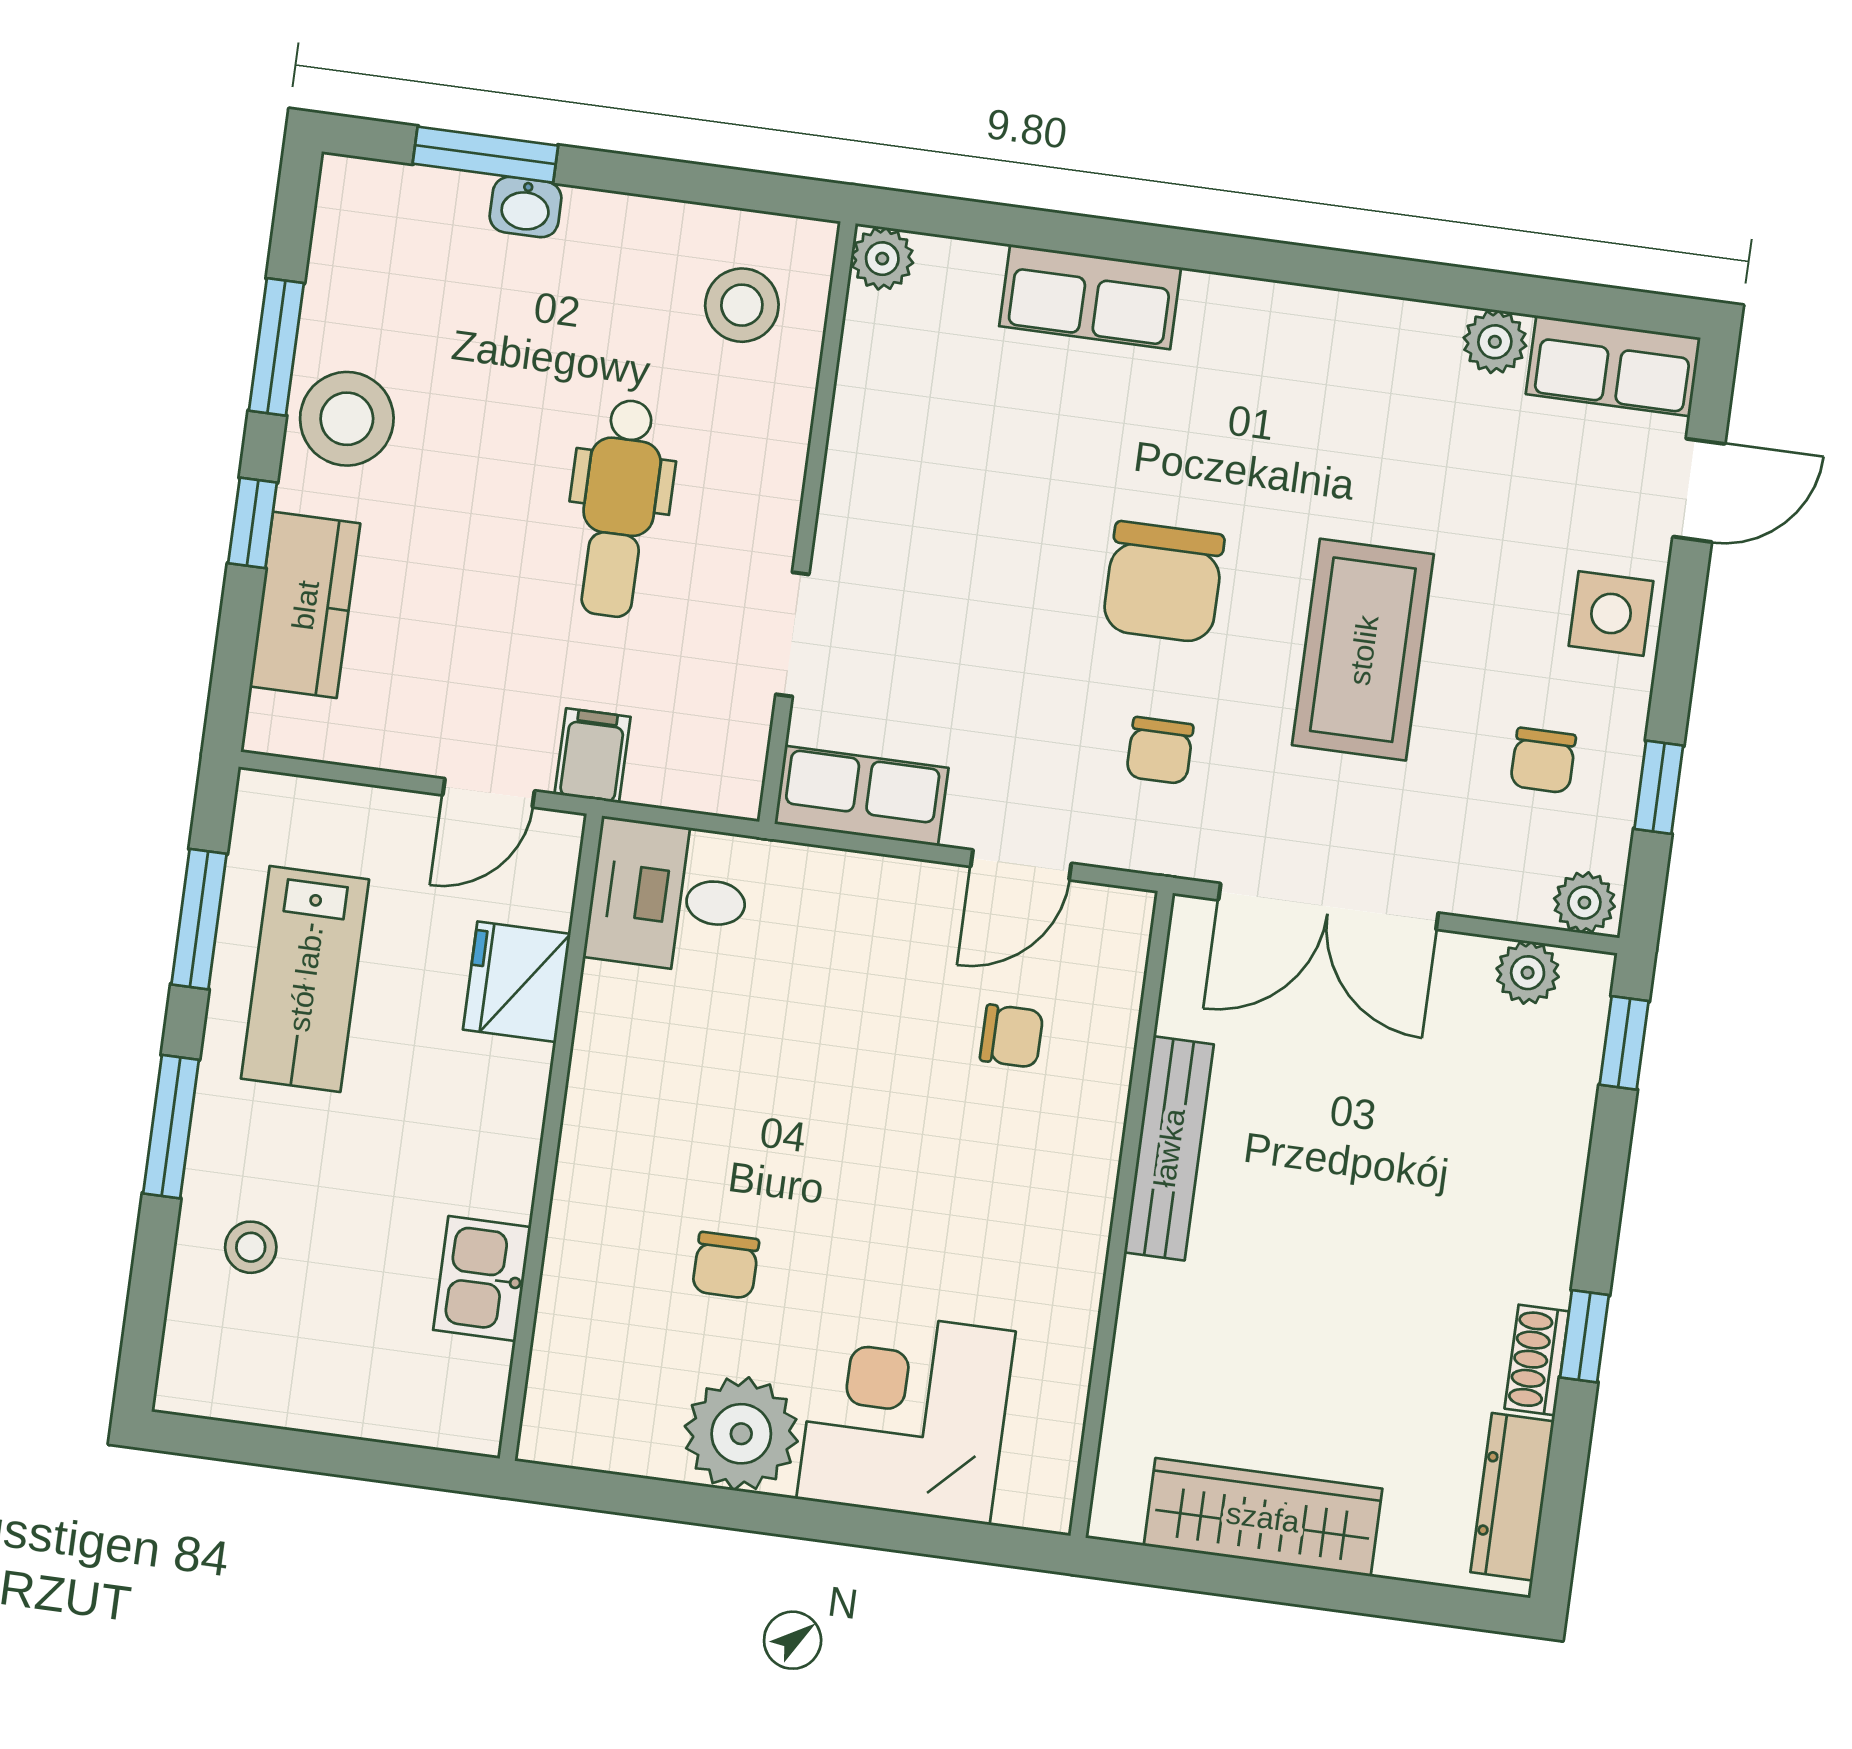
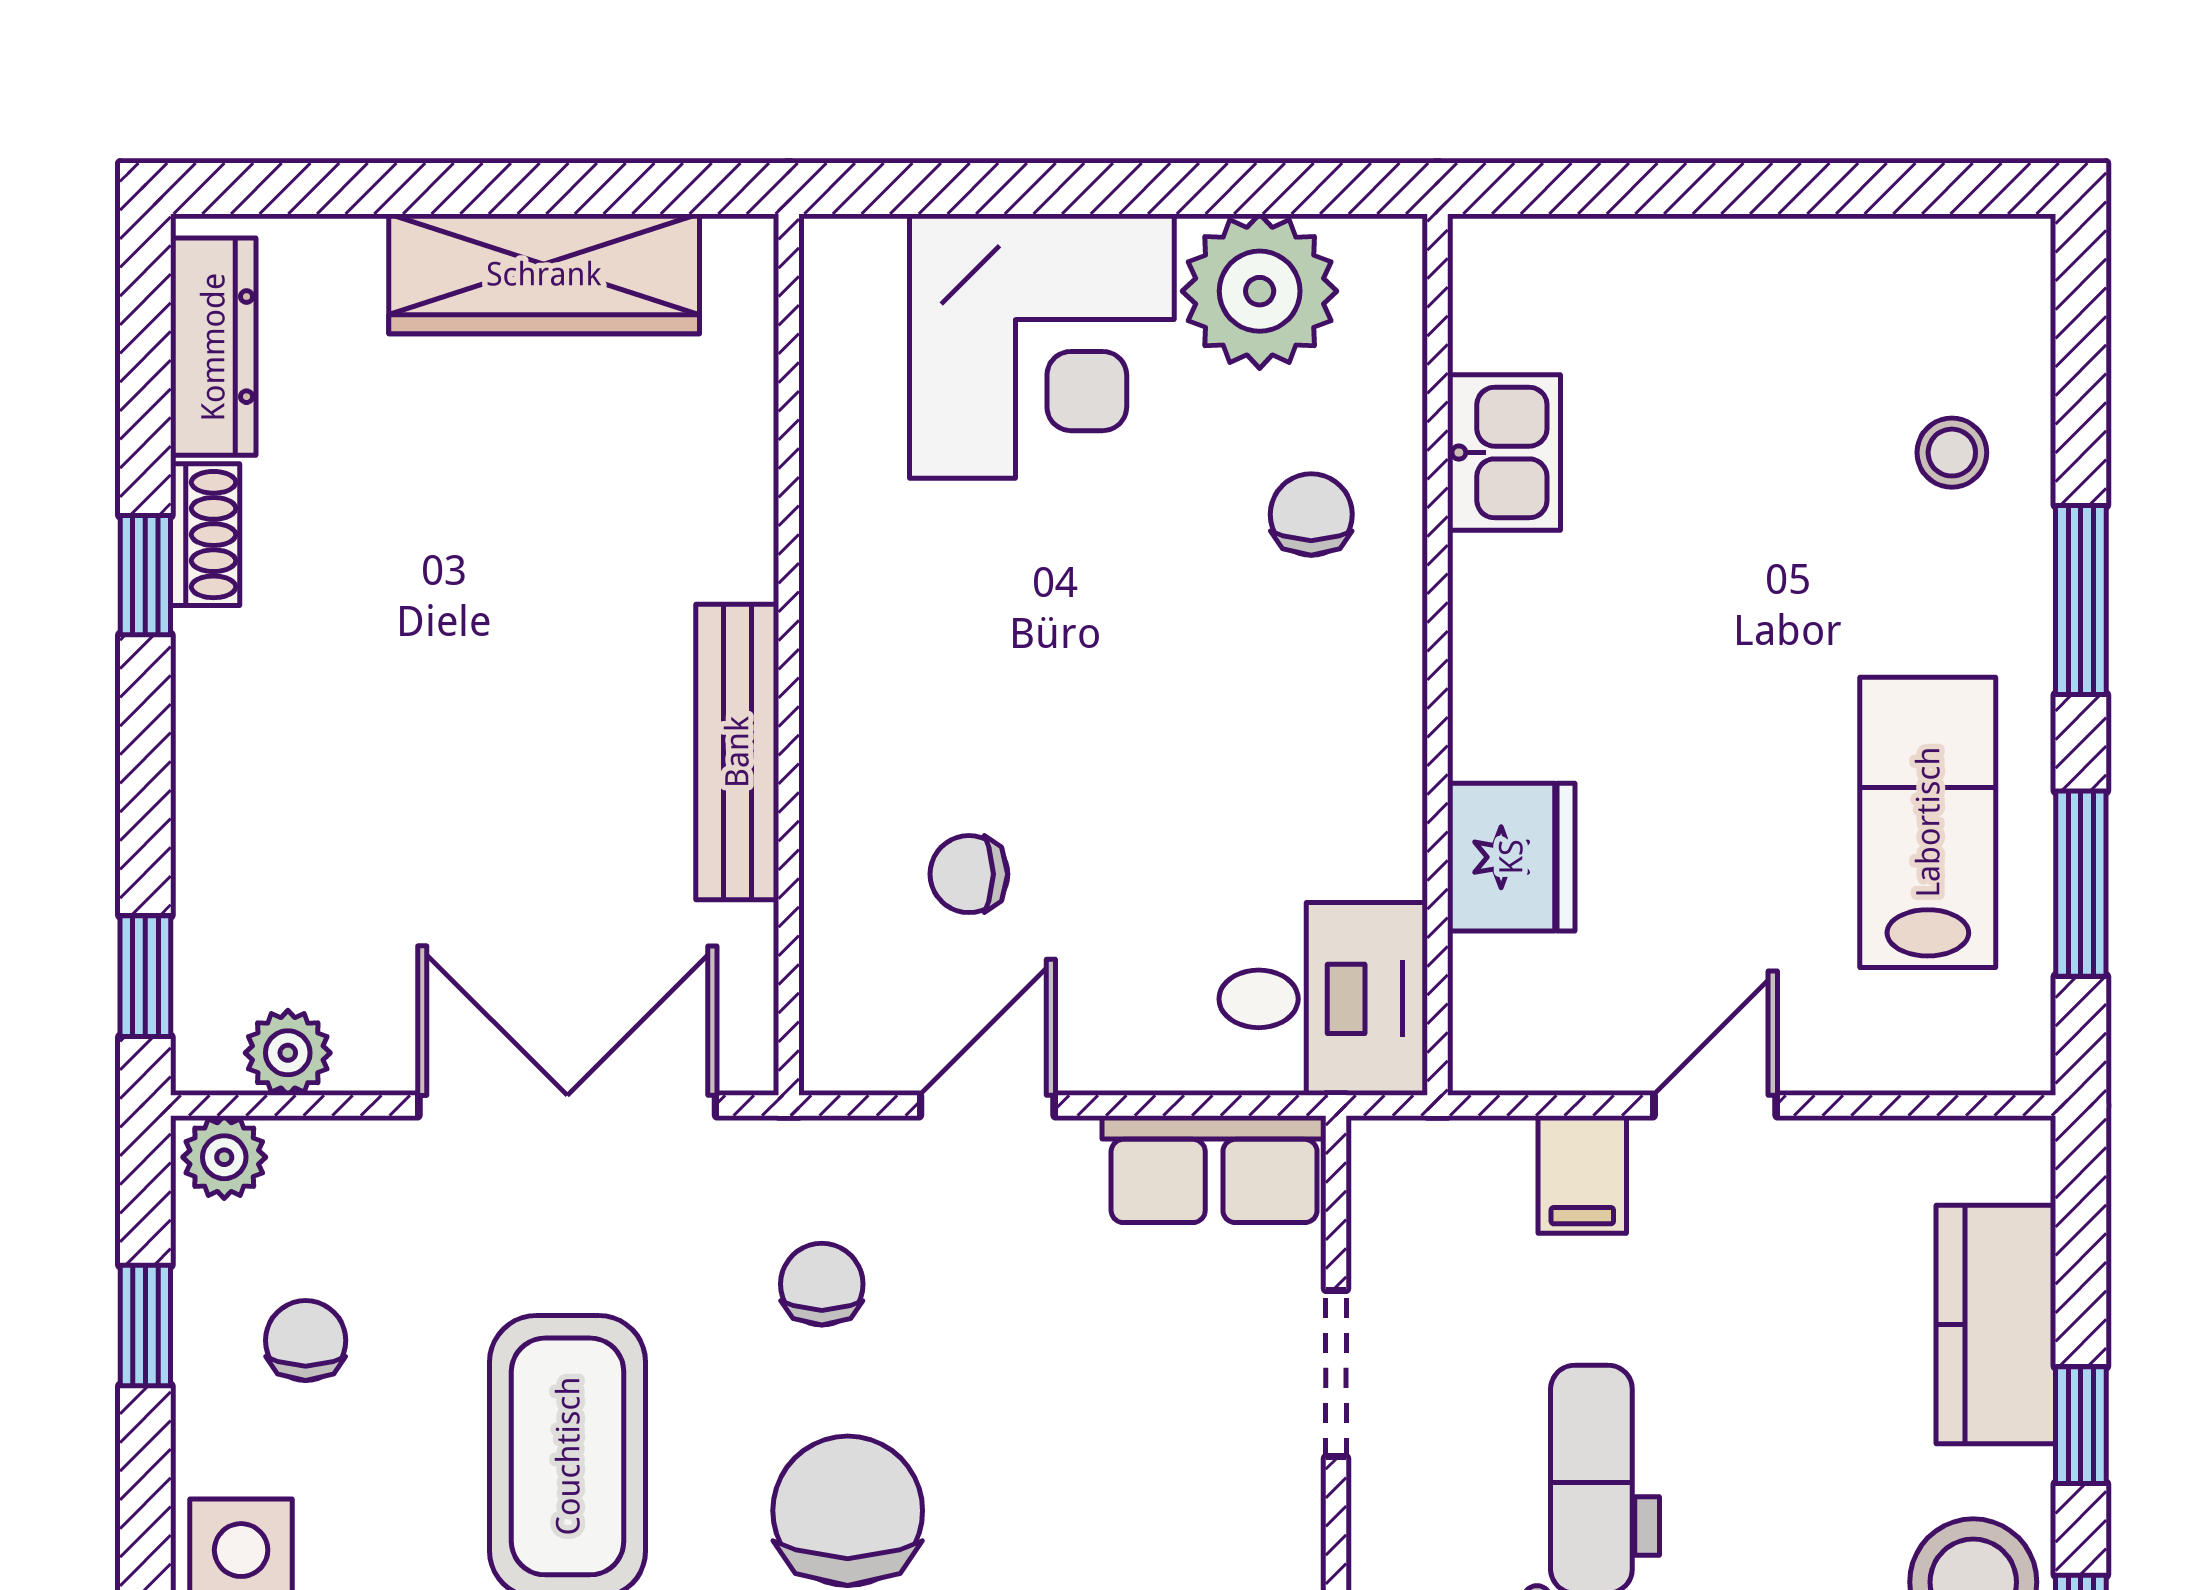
desk: (668, 897) -> (1323, 999), moved
fridge: (517, 982) -> (1511, 857), moved
wall: (551, 1137) -> (1437, 655), moved
kitchen sink: (482, 1279) -> (1504, 453), moved

